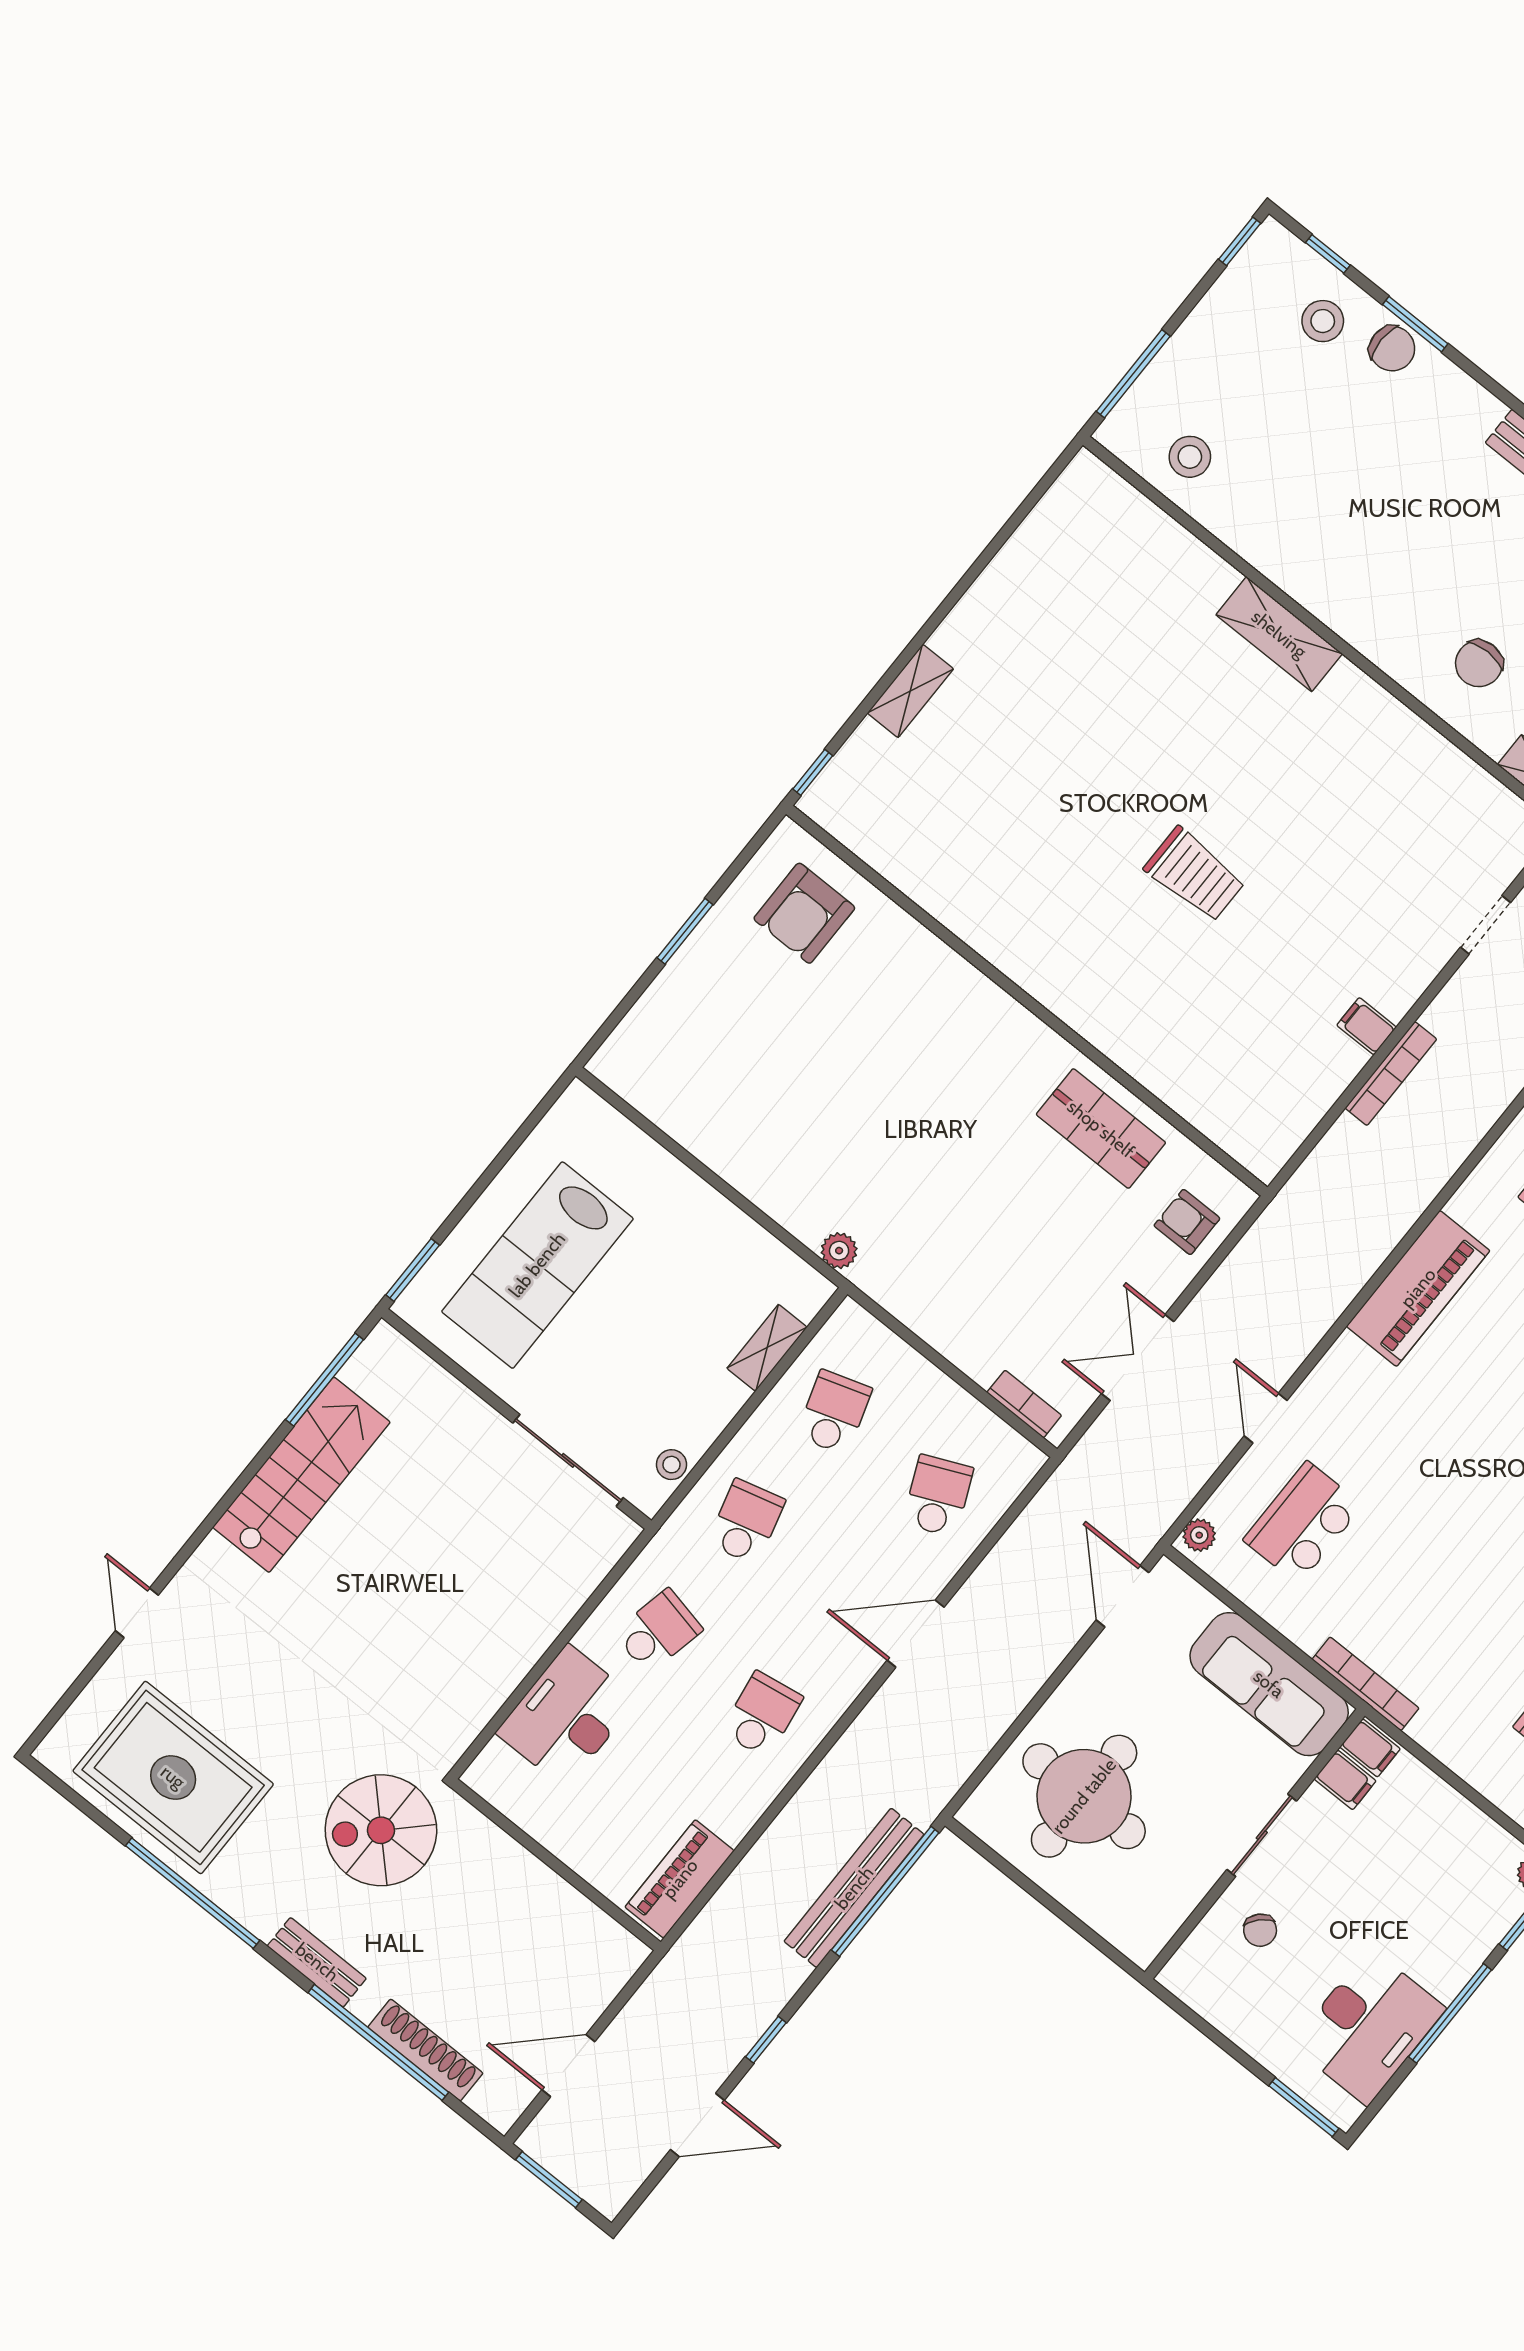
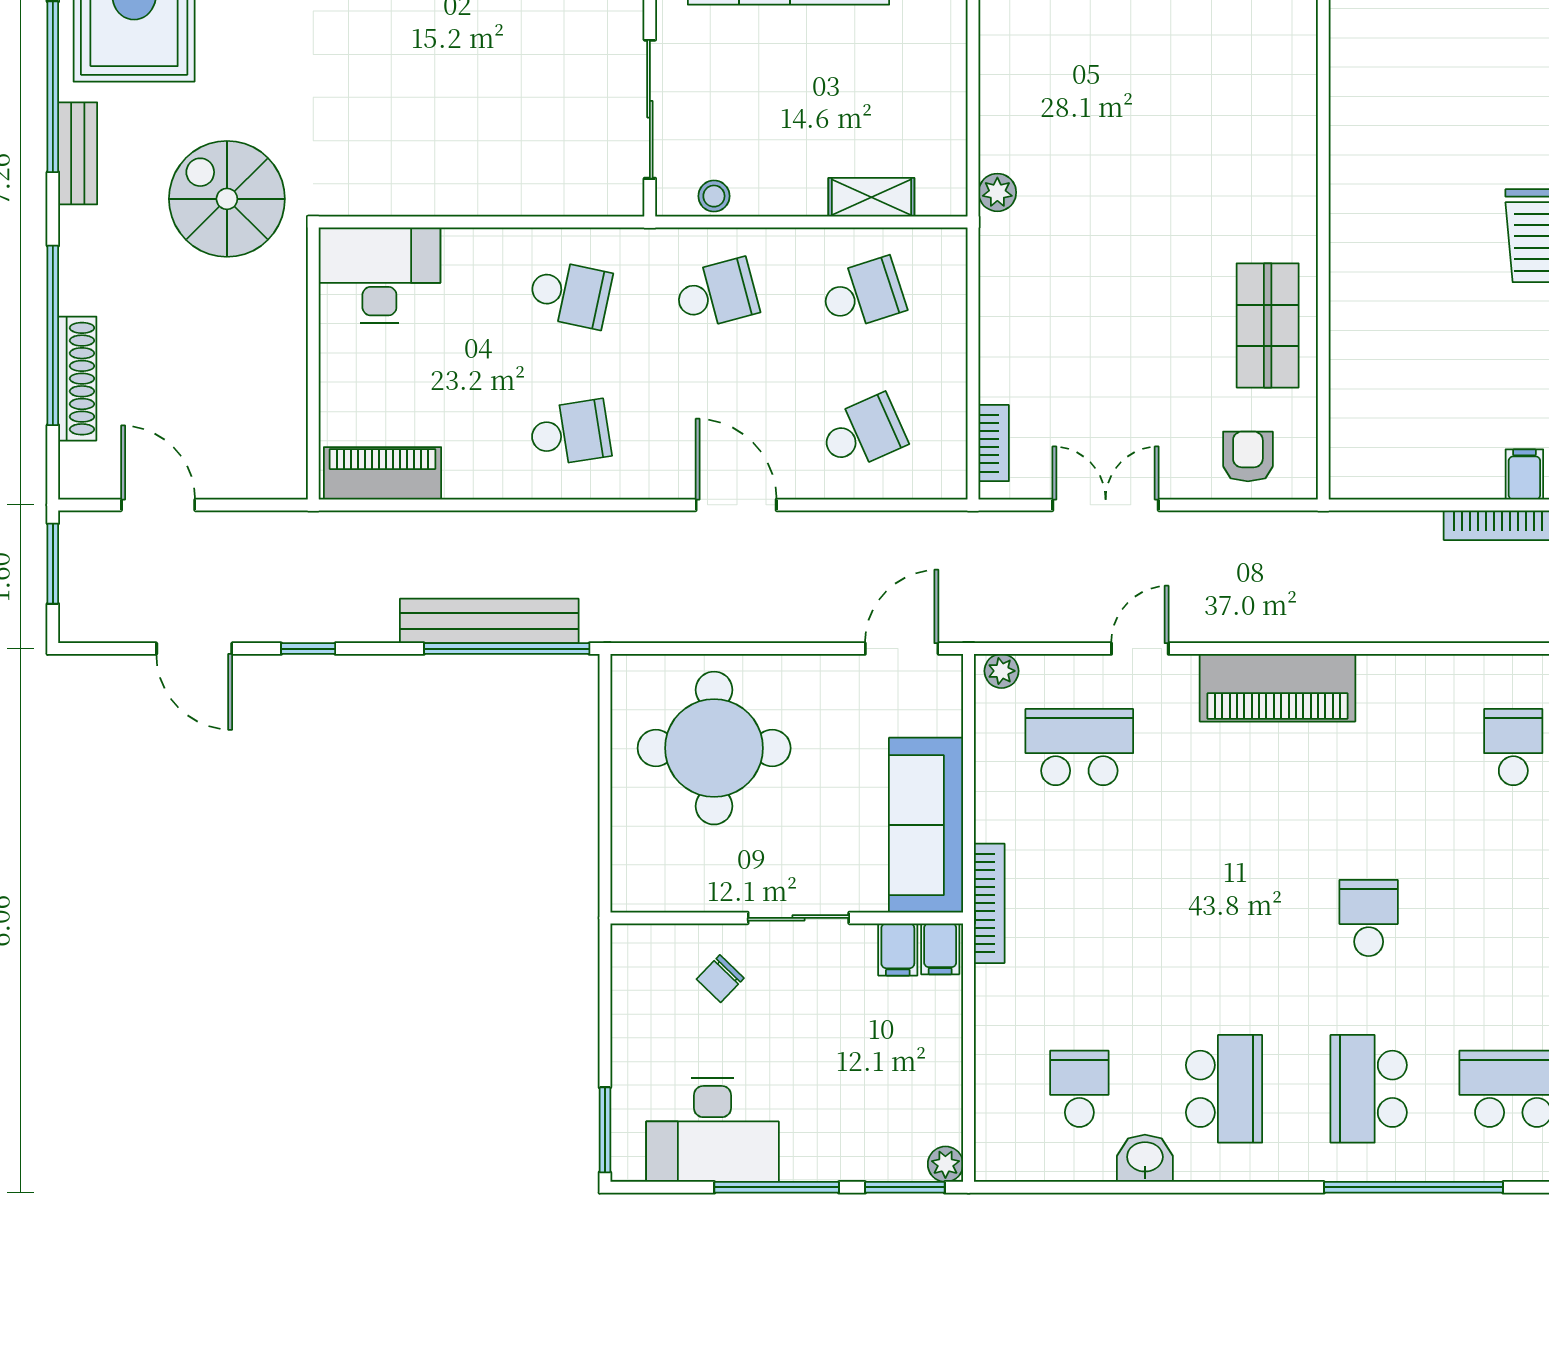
piano: (1418, 1288) -> (1278, 688), moved
desk: (567, 1716) -> (379, 275), moved
bench: (317, 1962) -> (78, 153), moved

